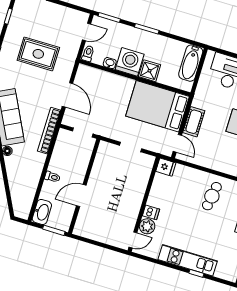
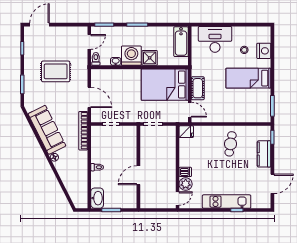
wall: (84, 186) -> (138, 167), moved
door: (81, 195) -> (138, 175), moved

